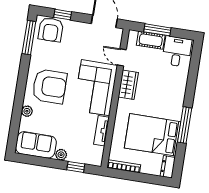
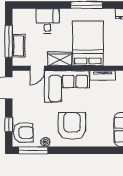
window: (157, 30) -> (9, 41), width x1.44
desk: (177, 52) -> (47, 21), moved, turned 90
plant: (27, 111) -> (45, 142), moved
bed: (153, 135) -> (88, 43), moved, turned 180

